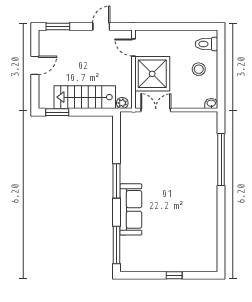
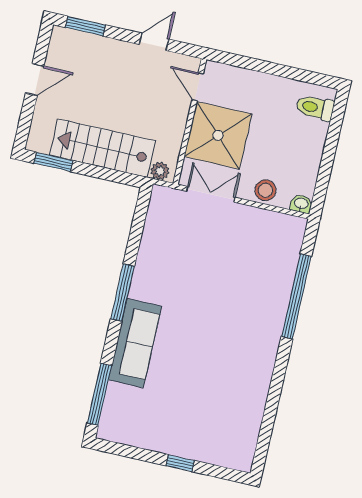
stool: (199, 69) -> (265, 190), moved

